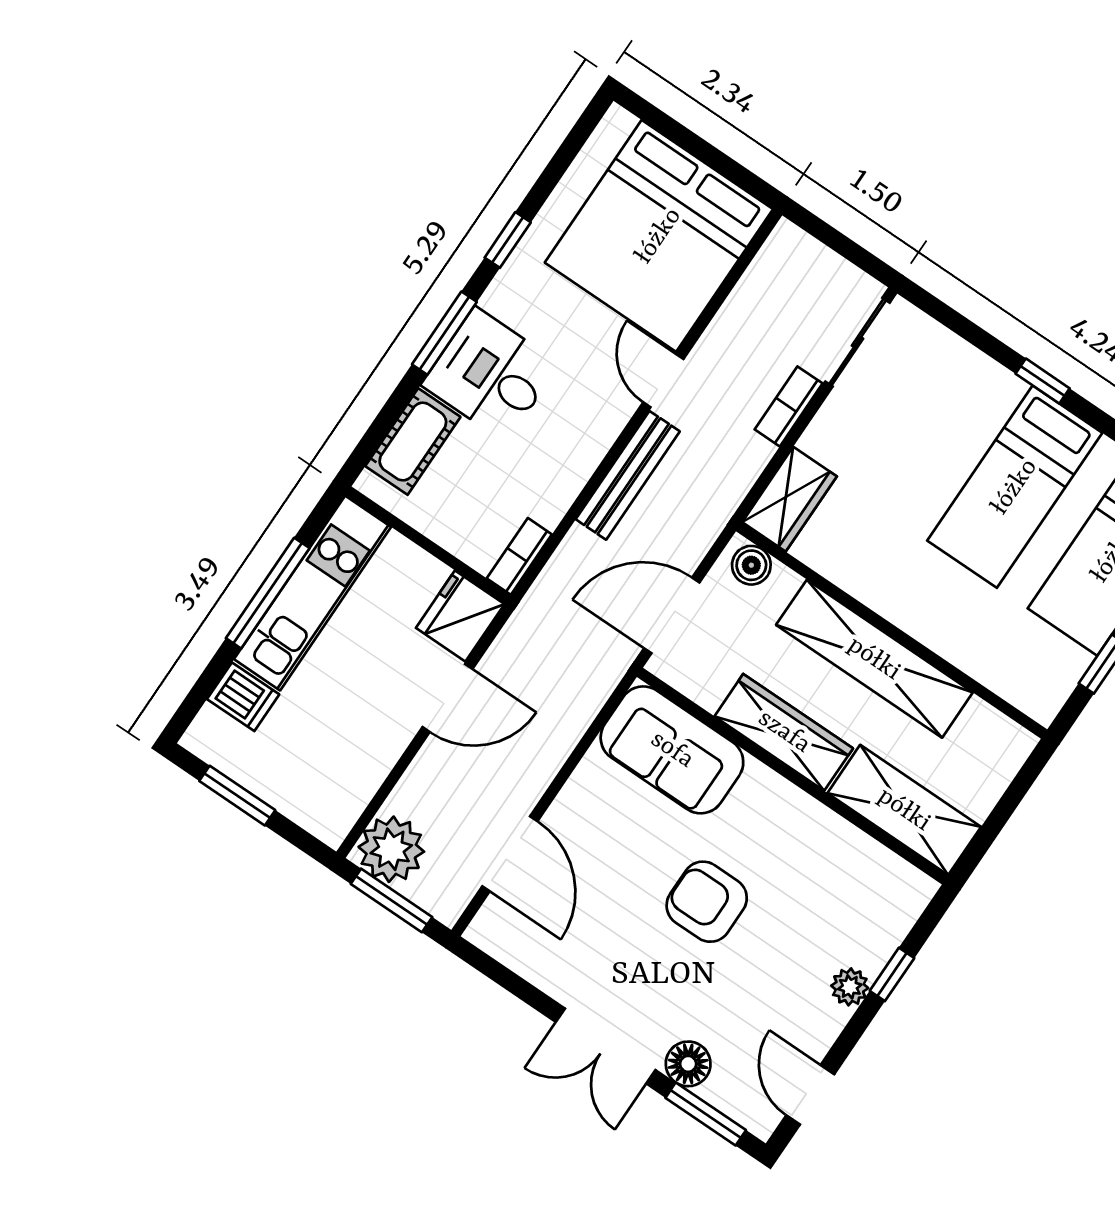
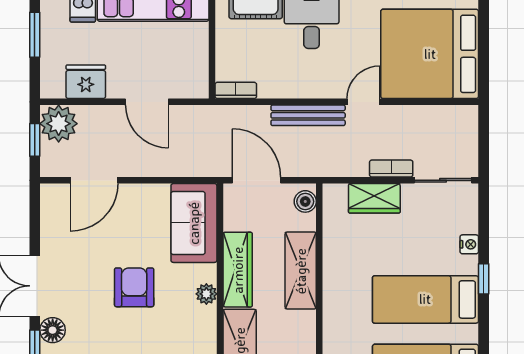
nightstand: (978, 367) -> (469, 244), added
wardrobe: (789, 499) -> (374, 198), moved
fridge: (460, 616) -> (86, 82), moved
shelving: (874, 659) -> (301, 271), width x0.68
plant: (788, 802) -> (206, 294), added
window: (391, 900) -> (35, 140), width x0.67

